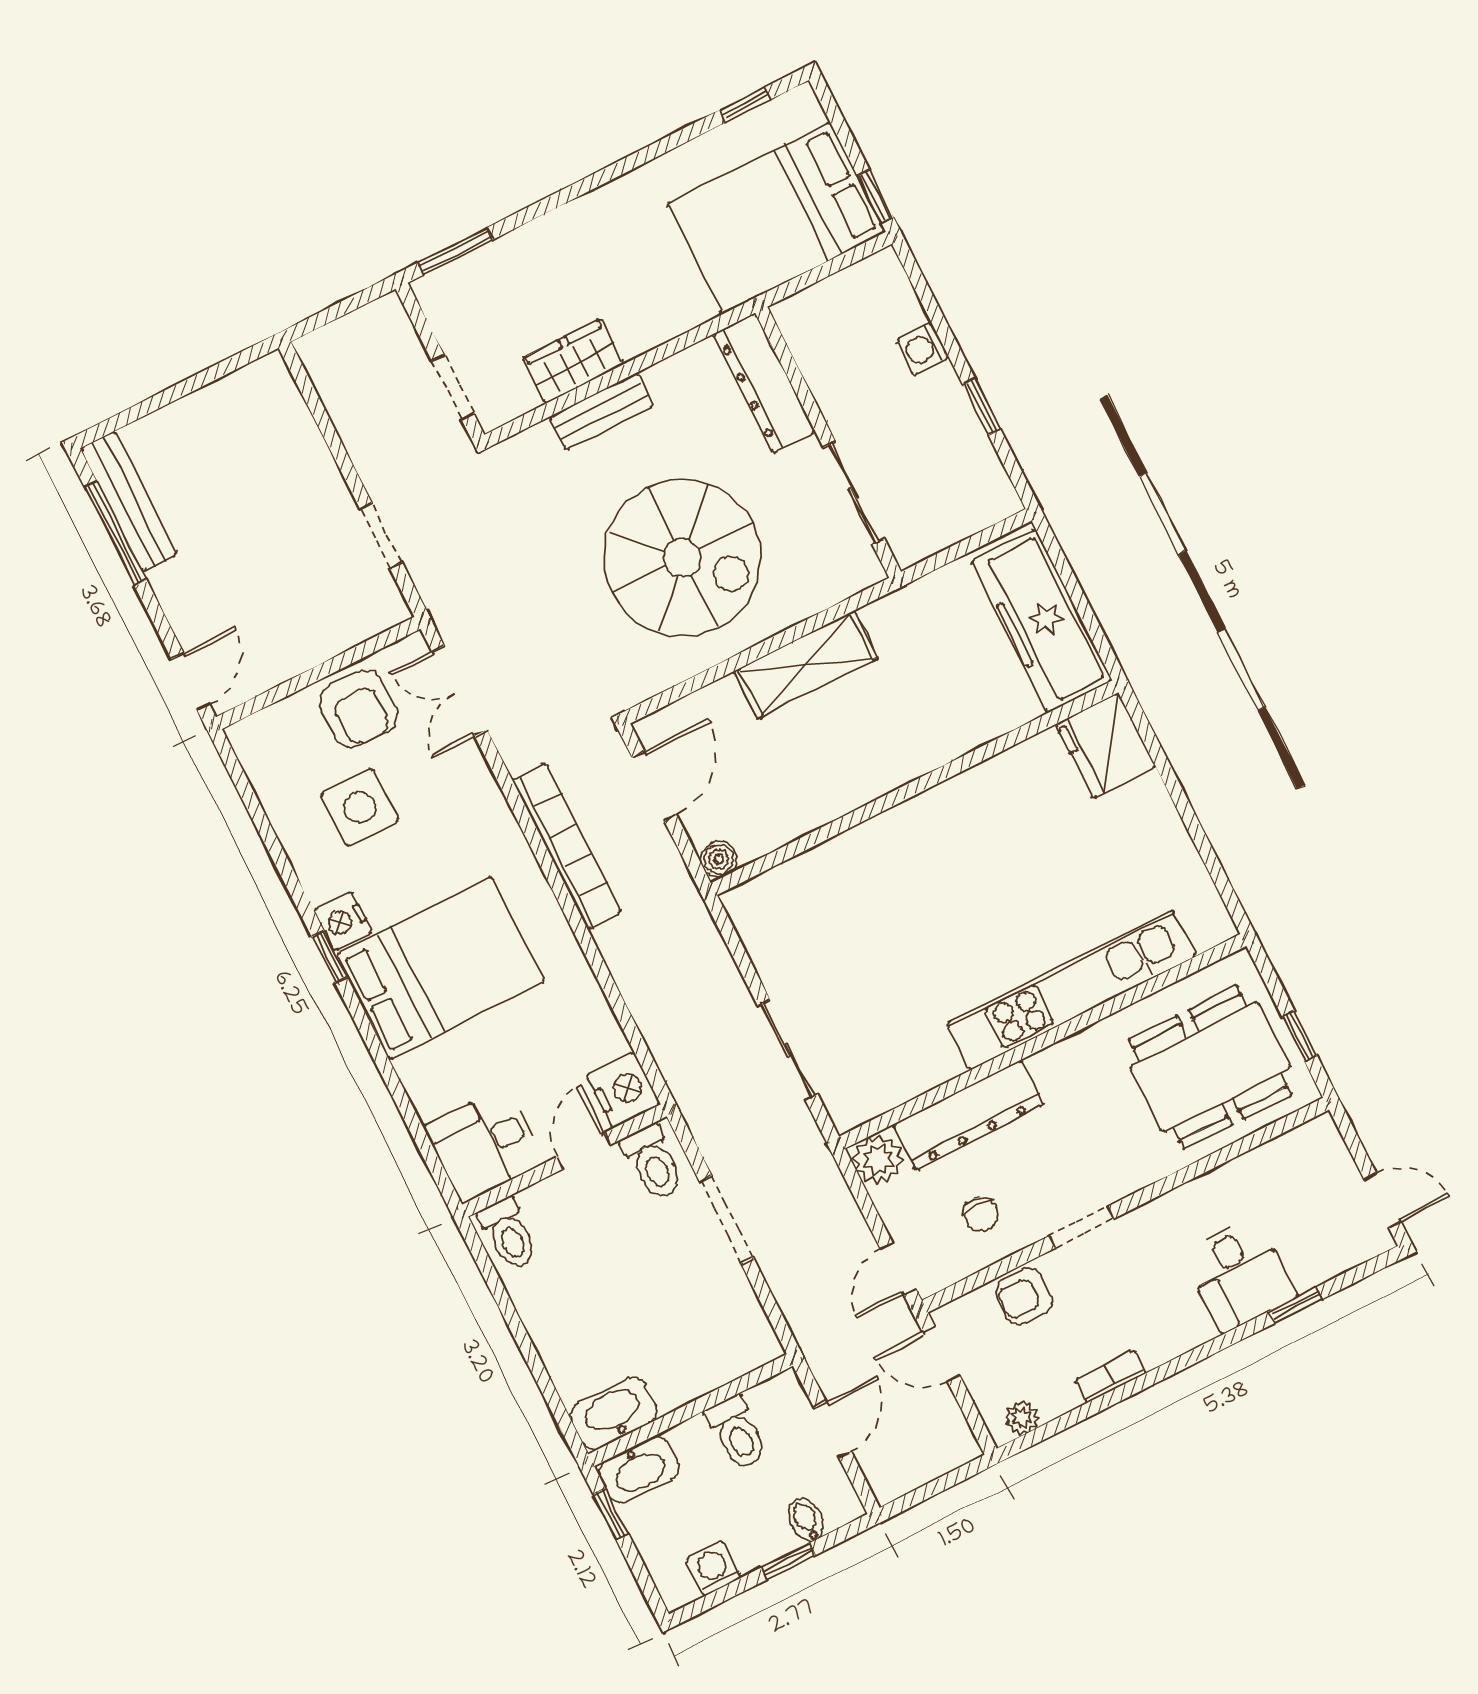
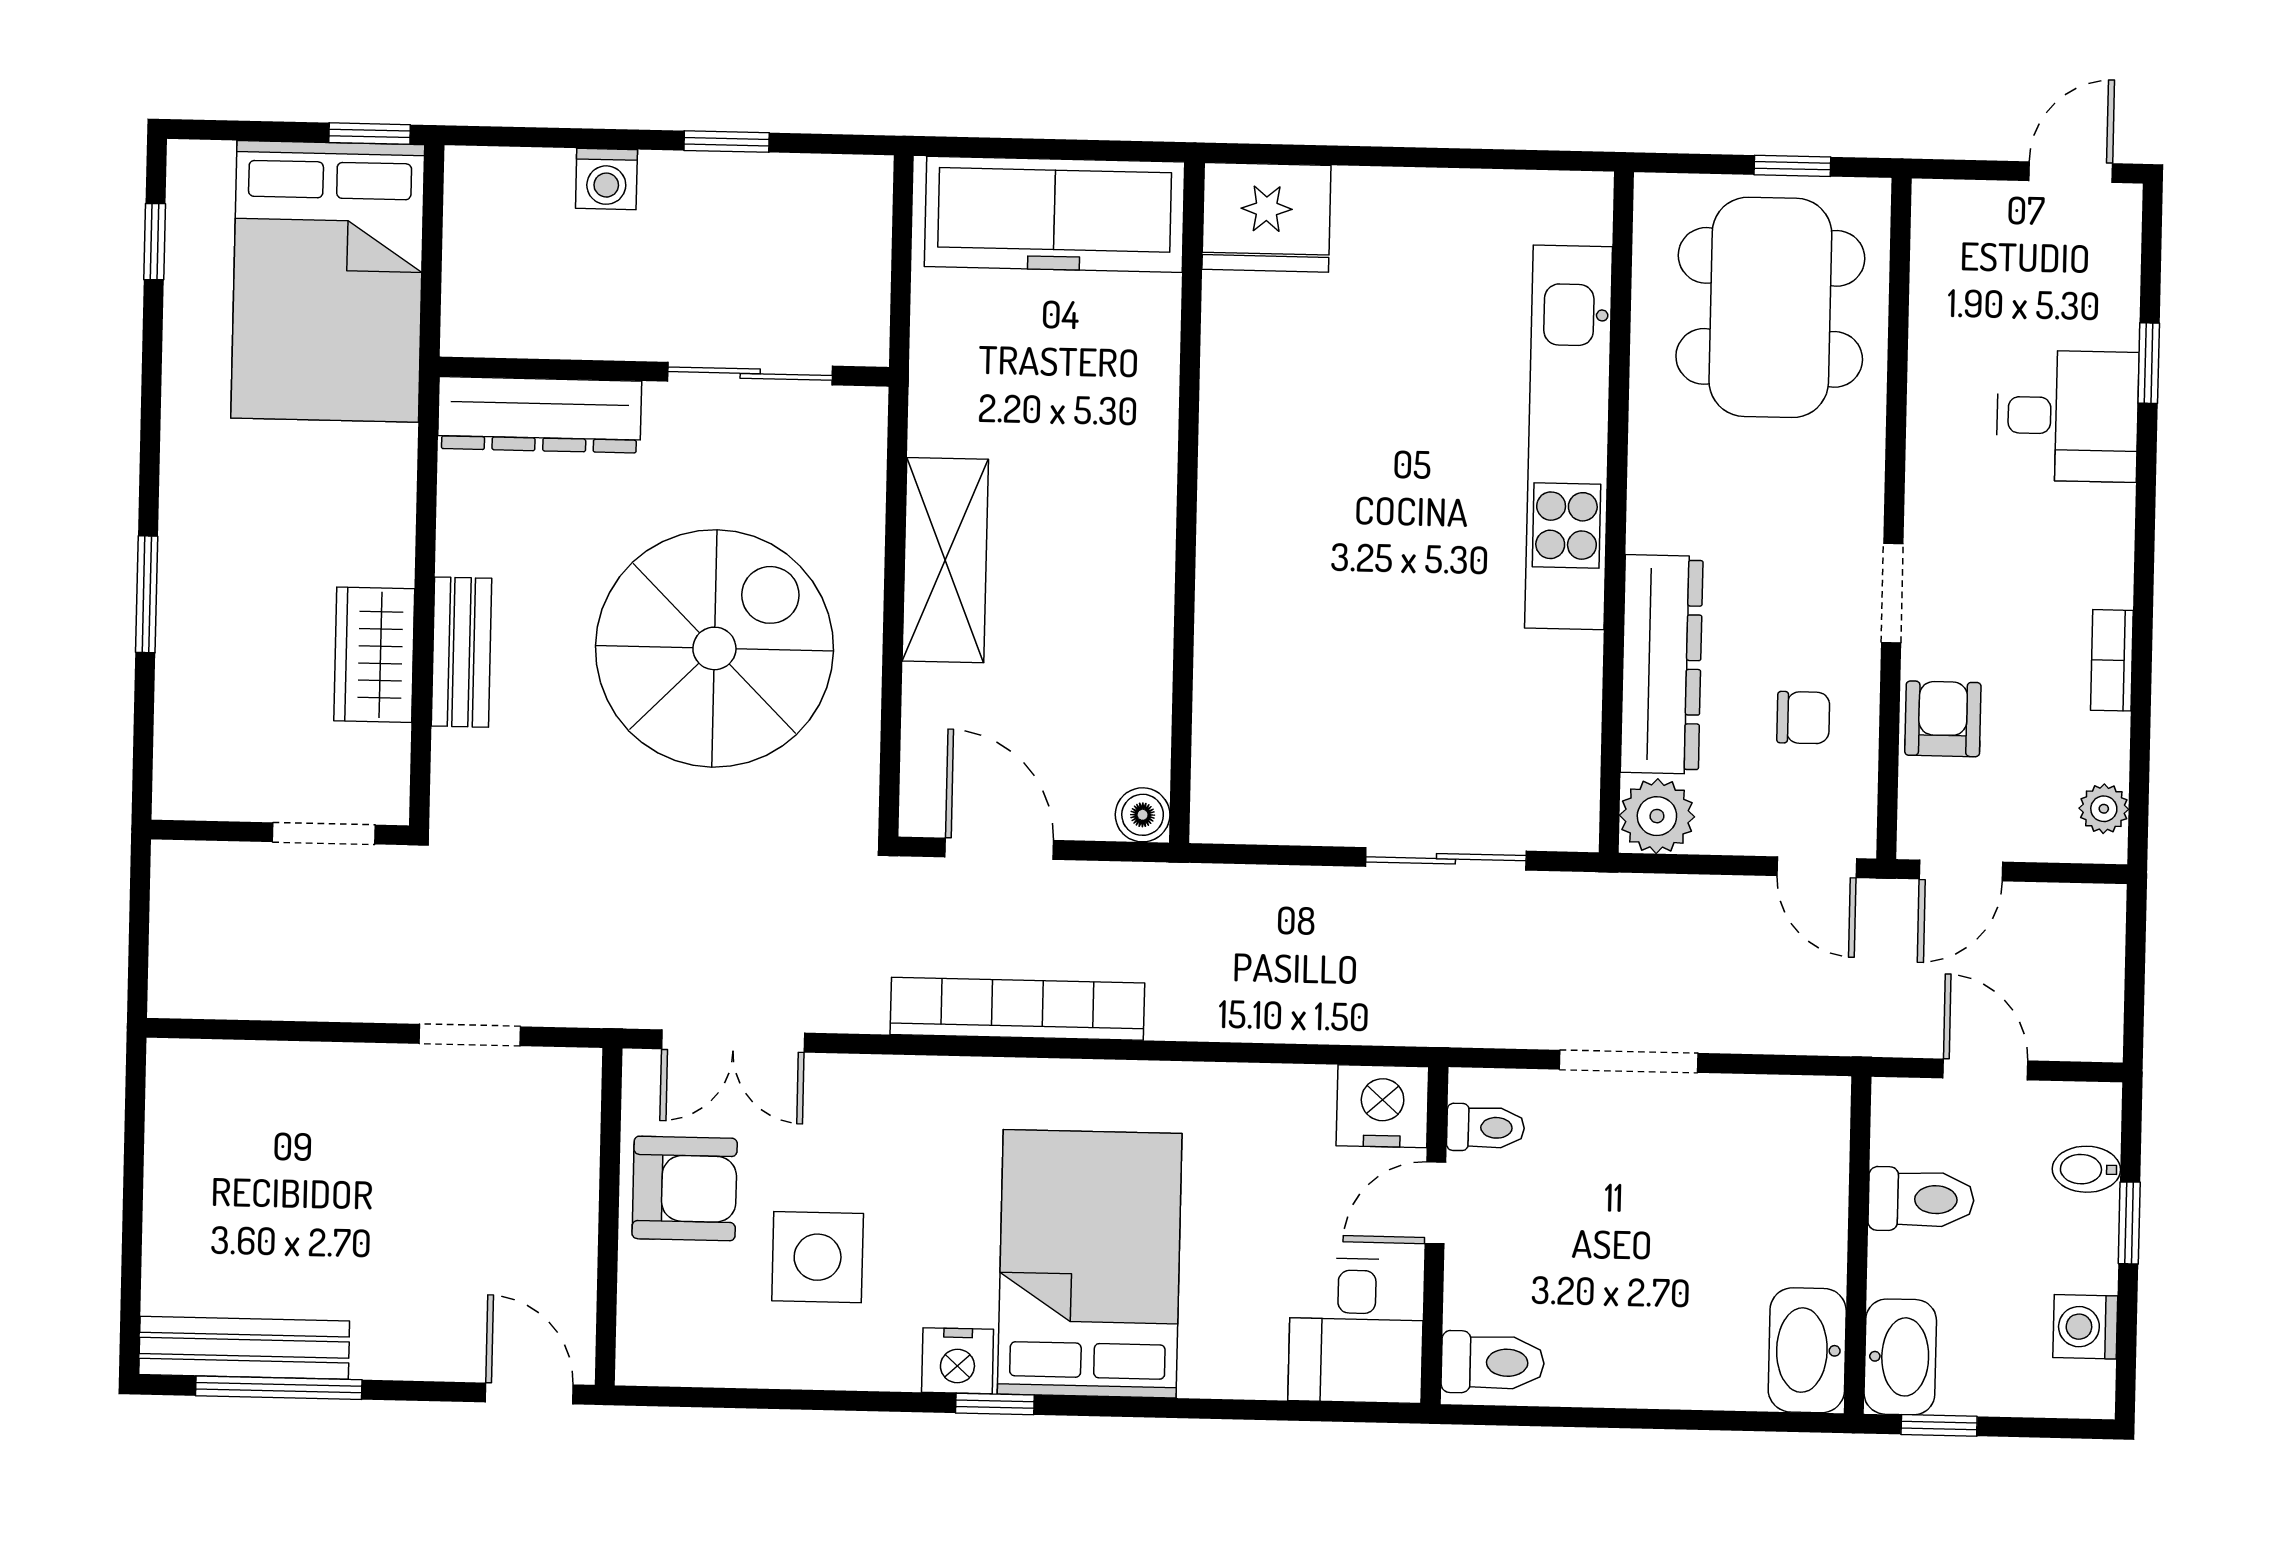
window: (455, 251) -> (147, 594), moved
door: (584, 1151) -> (1435, 1203), hinge flipped
toilet: (653, 1163) -> (1486, 1128), width x0.73, depth x0.72
armchair: (1024, 1296) -> (1943, 719), turned 180

